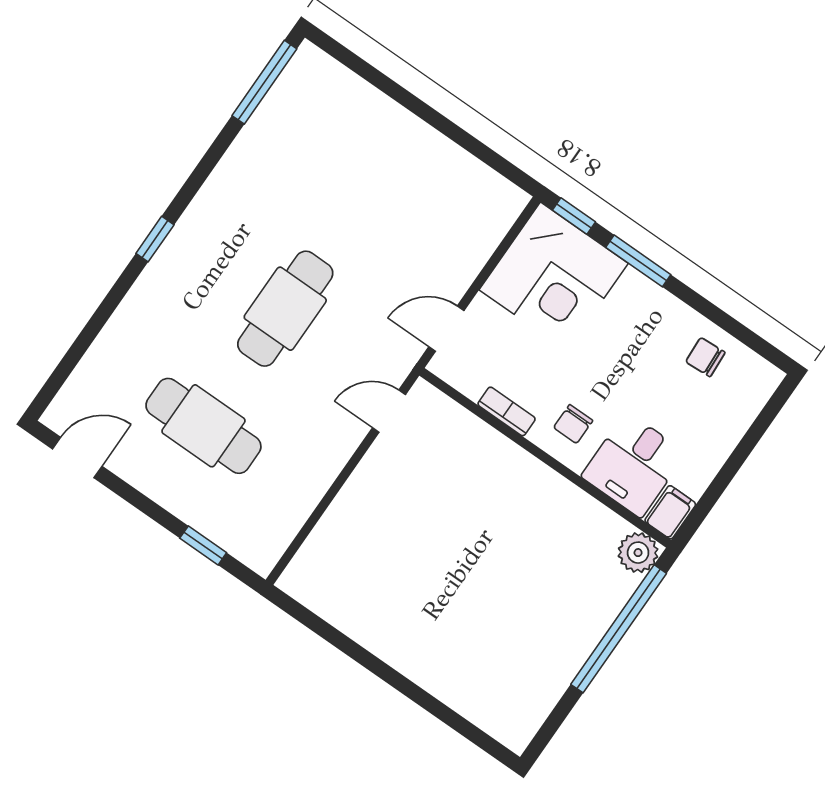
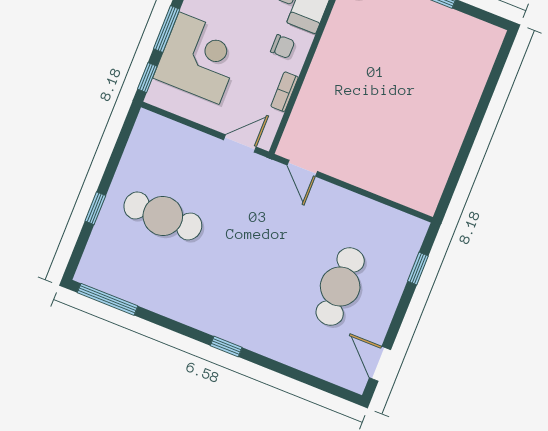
window: (401, 96) -> (95, 208), added
corner desk: (554, 277) -> (199, 58), moved
cafe table: (285, 309) -> (163, 216), moved
door: (446, 329) -> (240, 143), swing flipped

